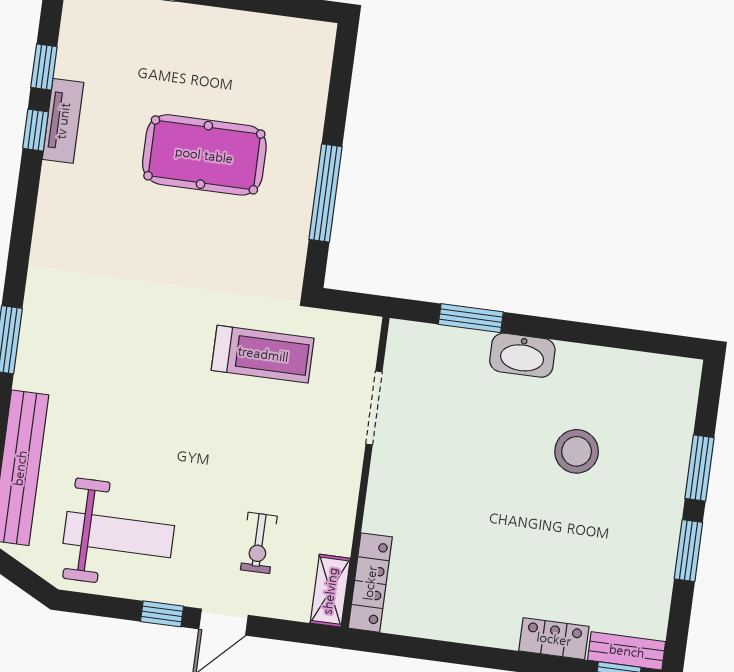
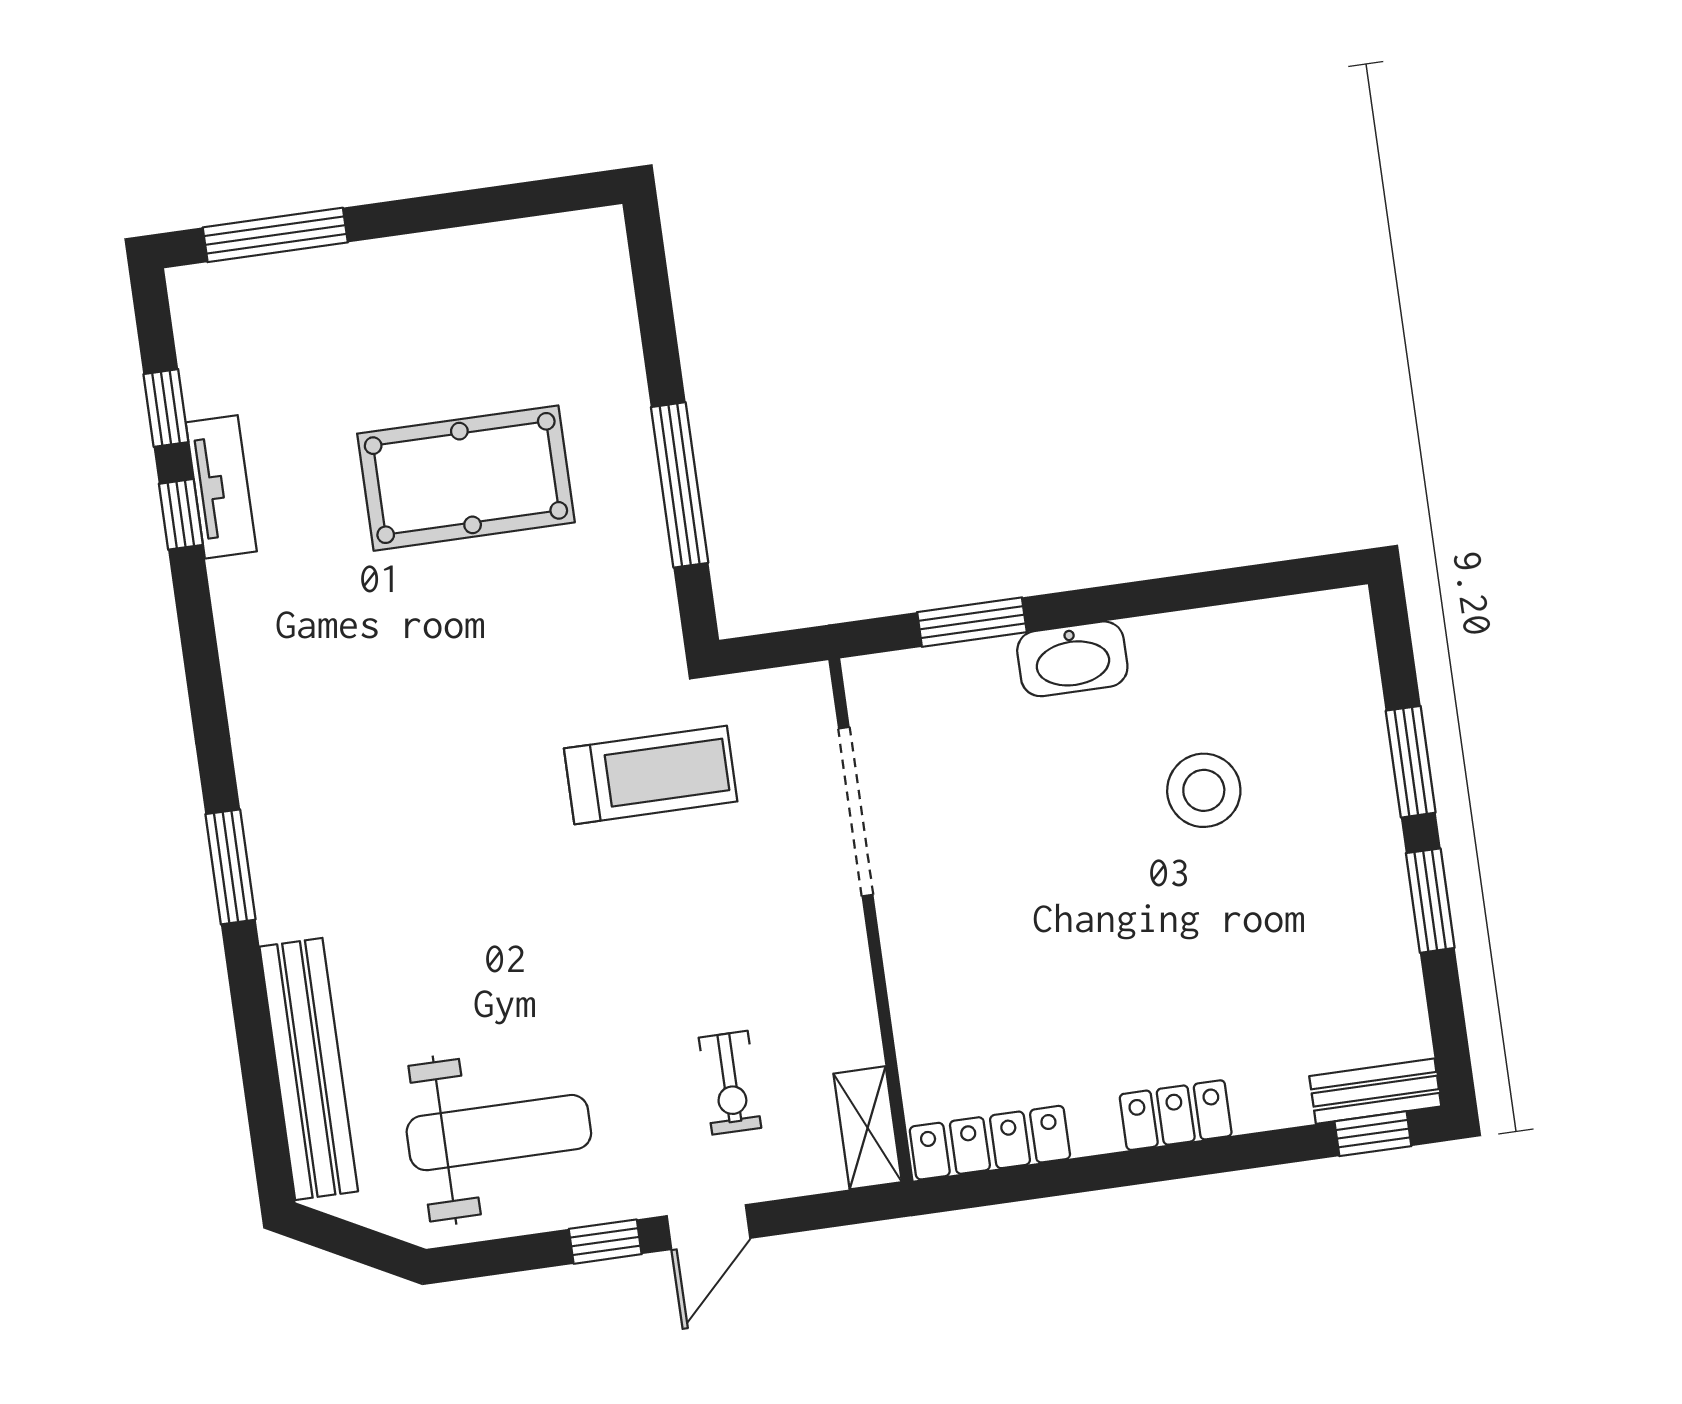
doorway: (374, 408) -> (856, 812), width x1.36
locker: (370, 583) -> (990, 1143), moved, turned -90
locker: (554, 639) -> (1176, 1115), moved

